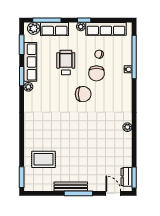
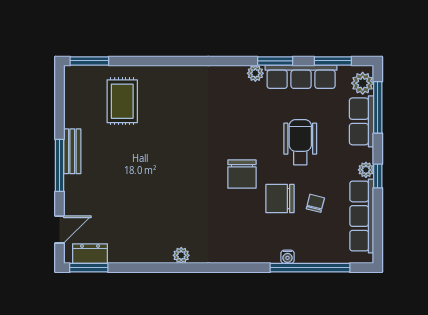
wheelchair: (66, 62) -> (300, 142), turned -90
bench: (71, 186) -> (72, 151), width x0.73

